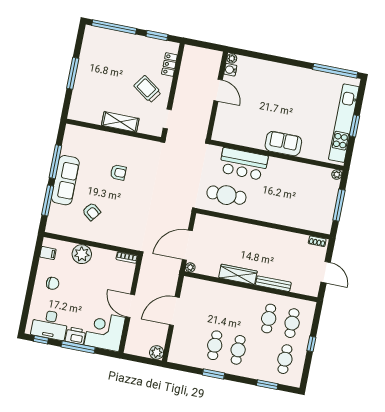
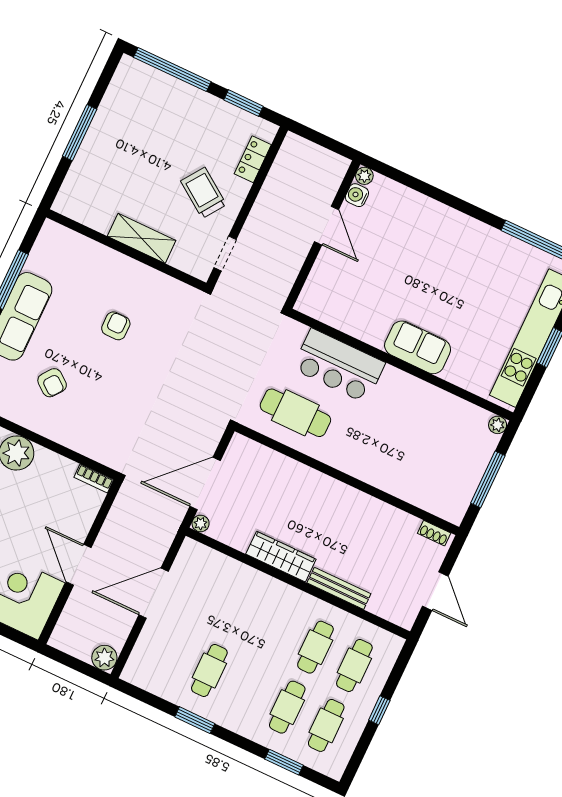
armchair: (118, 172) -> (116, 326), turned -90
cafe table: (238, 350) -> (287, 707), moved

